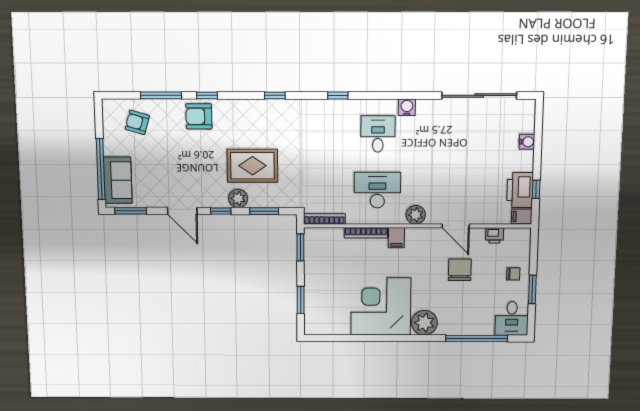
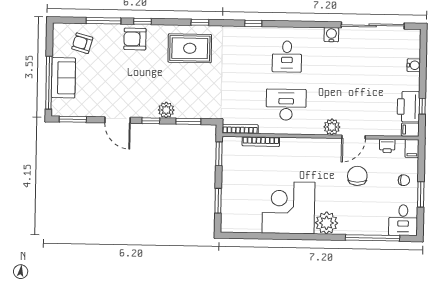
water cooler: (407, 107) -> (331, 35), moved
desk: (378, 134) -> (287, 56), turned 180
rug: (252, 166) -> (190, 48), moved
sofa: (118, 180) -> (63, 78), moved
plant: (416, 215) -> (332, 127), moved
door: (456, 226) -> (354, 137), hinge flipped
bookcase: (366, 233) -> (261, 142), moved
filing cabinet: (396, 238) -> (412, 148), moved

